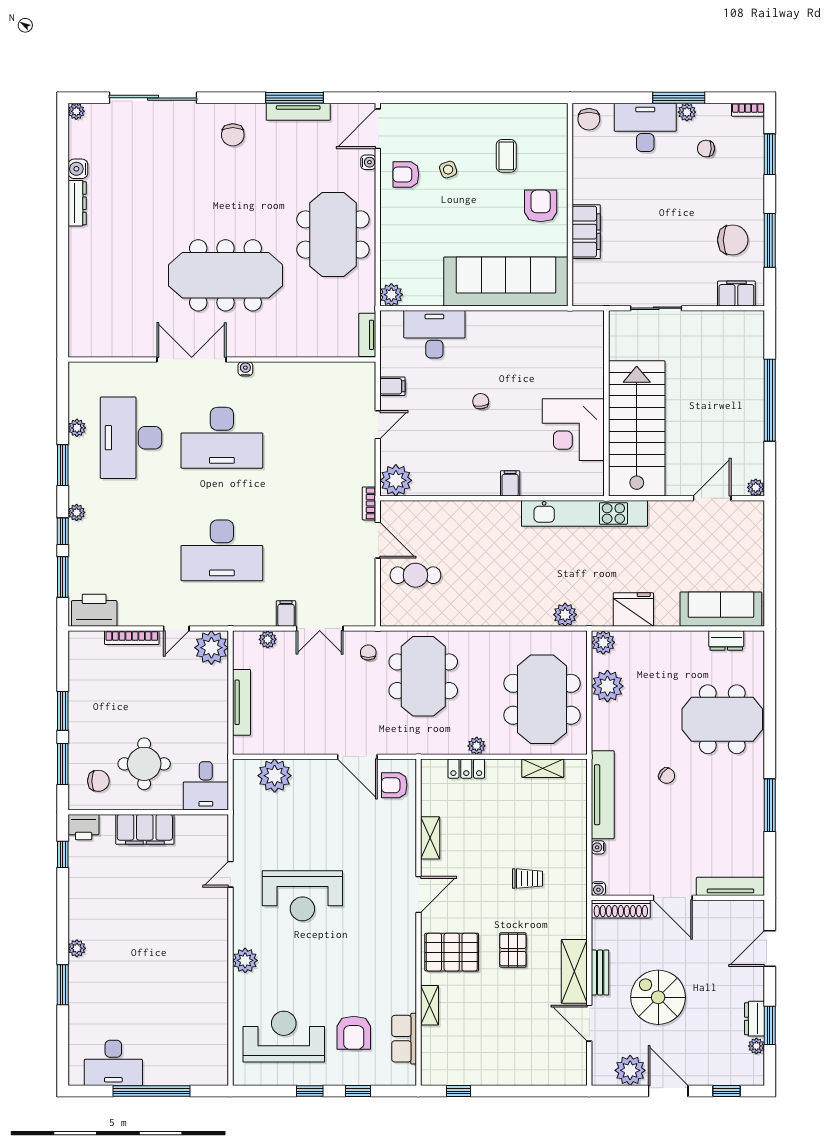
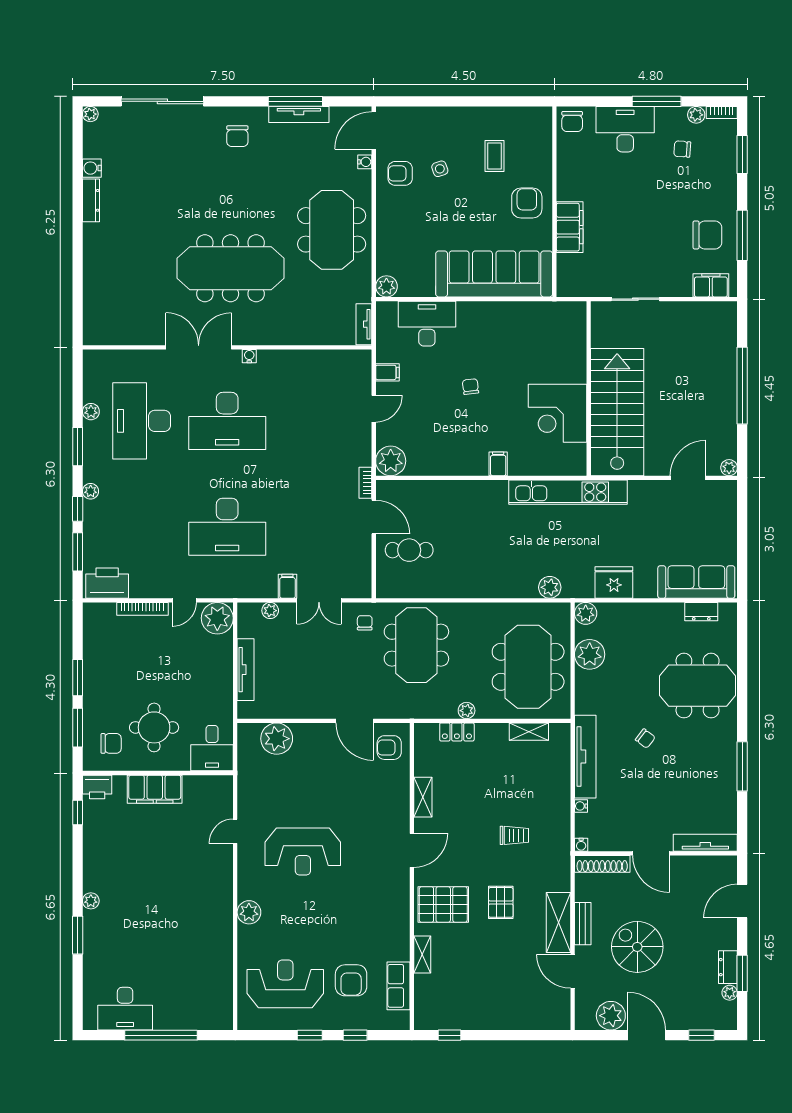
plant: (687, 112) -> (696, 115), moved

